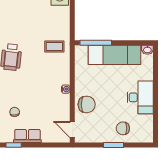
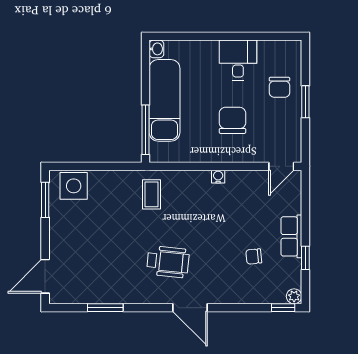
desk: (140, 97) -> (238, 60), width x0.73
chair: (87, 104) -> (232, 120), moved

